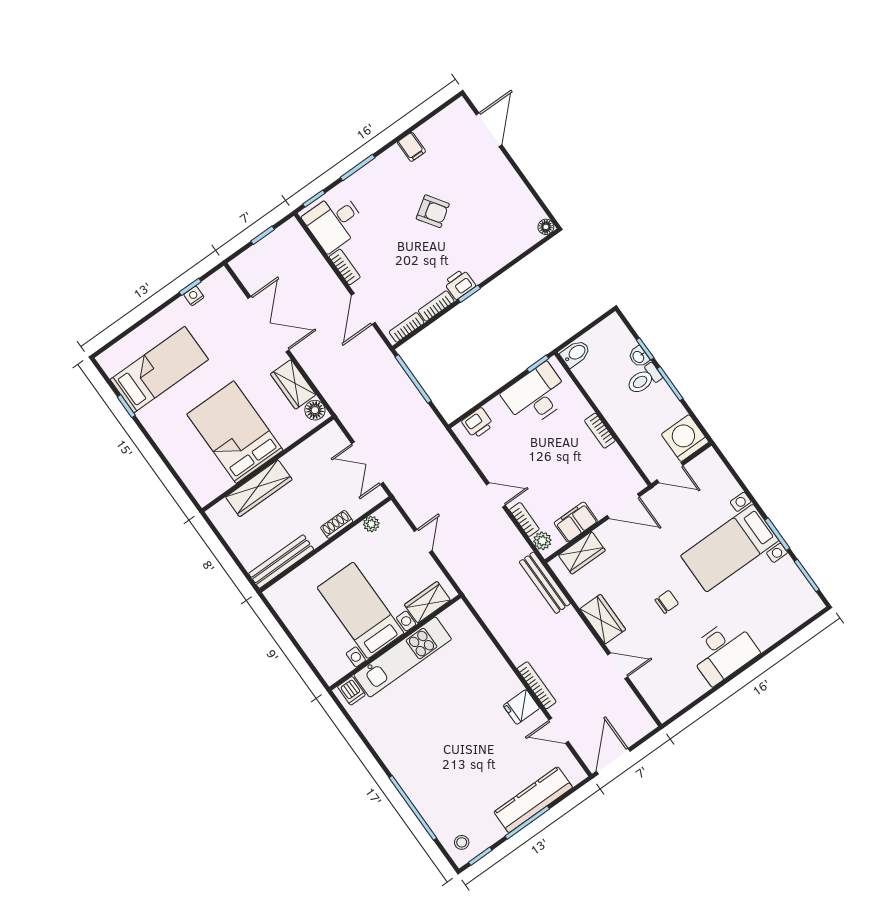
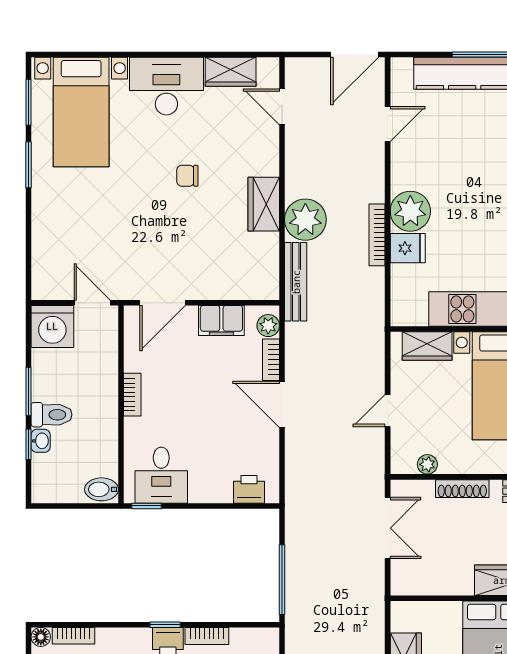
bookcase: (407, 327) -> (74, 636), moved
desk: (536, 396) -> (161, 475), width x0.73
floor lamp: (315, 410) -> (403, 618), removed
door: (496, 495) -> (282, 404), width x1.38
door: (623, 506) -> (163, 303), swing flipped
shoe rack: (337, 524) -> (462, 489), width x1.43
bed with nightstands: (730, 548) -> (81, 112), moved, turned 90
wardrobe: (582, 553) -> (231, 72), moved, turned 180
plant: (568, 629) -> (305, 220), added
door: (618, 666) -> (282, 107), moved
plant: (502, 684) -> (410, 211), added
bookcase: (537, 685) -> (377, 235), moved
fridge: (521, 707) -> (408, 248), moved
door: (559, 731) -> (388, 124), hinge flipped

